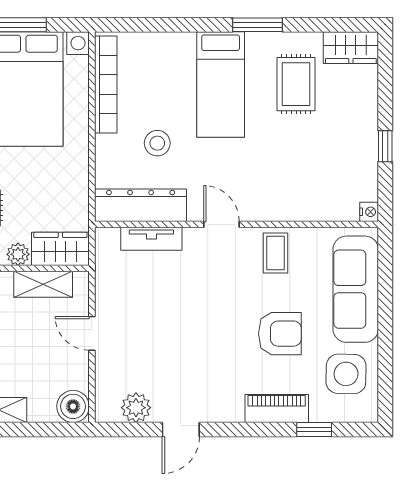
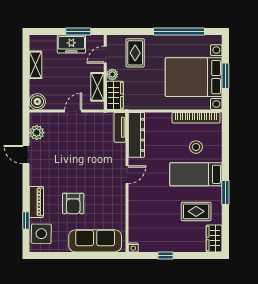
stool: (157, 143) -> (196, 147), moved
tv unit: (151, 239) -> (120, 127), moved
coffee table: (275, 253) -> (113, 201), removed
side table: (346, 374) -> (41, 234), moved

